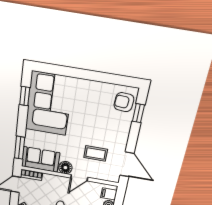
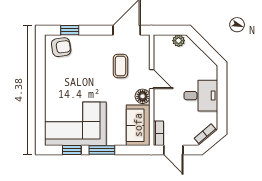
armchair: (124, 102) -> (61, 47), turned -102
window: (20, 148) -> (102, 150), moved
filing cabinet: (109, 194) -> (165, 43), removed

